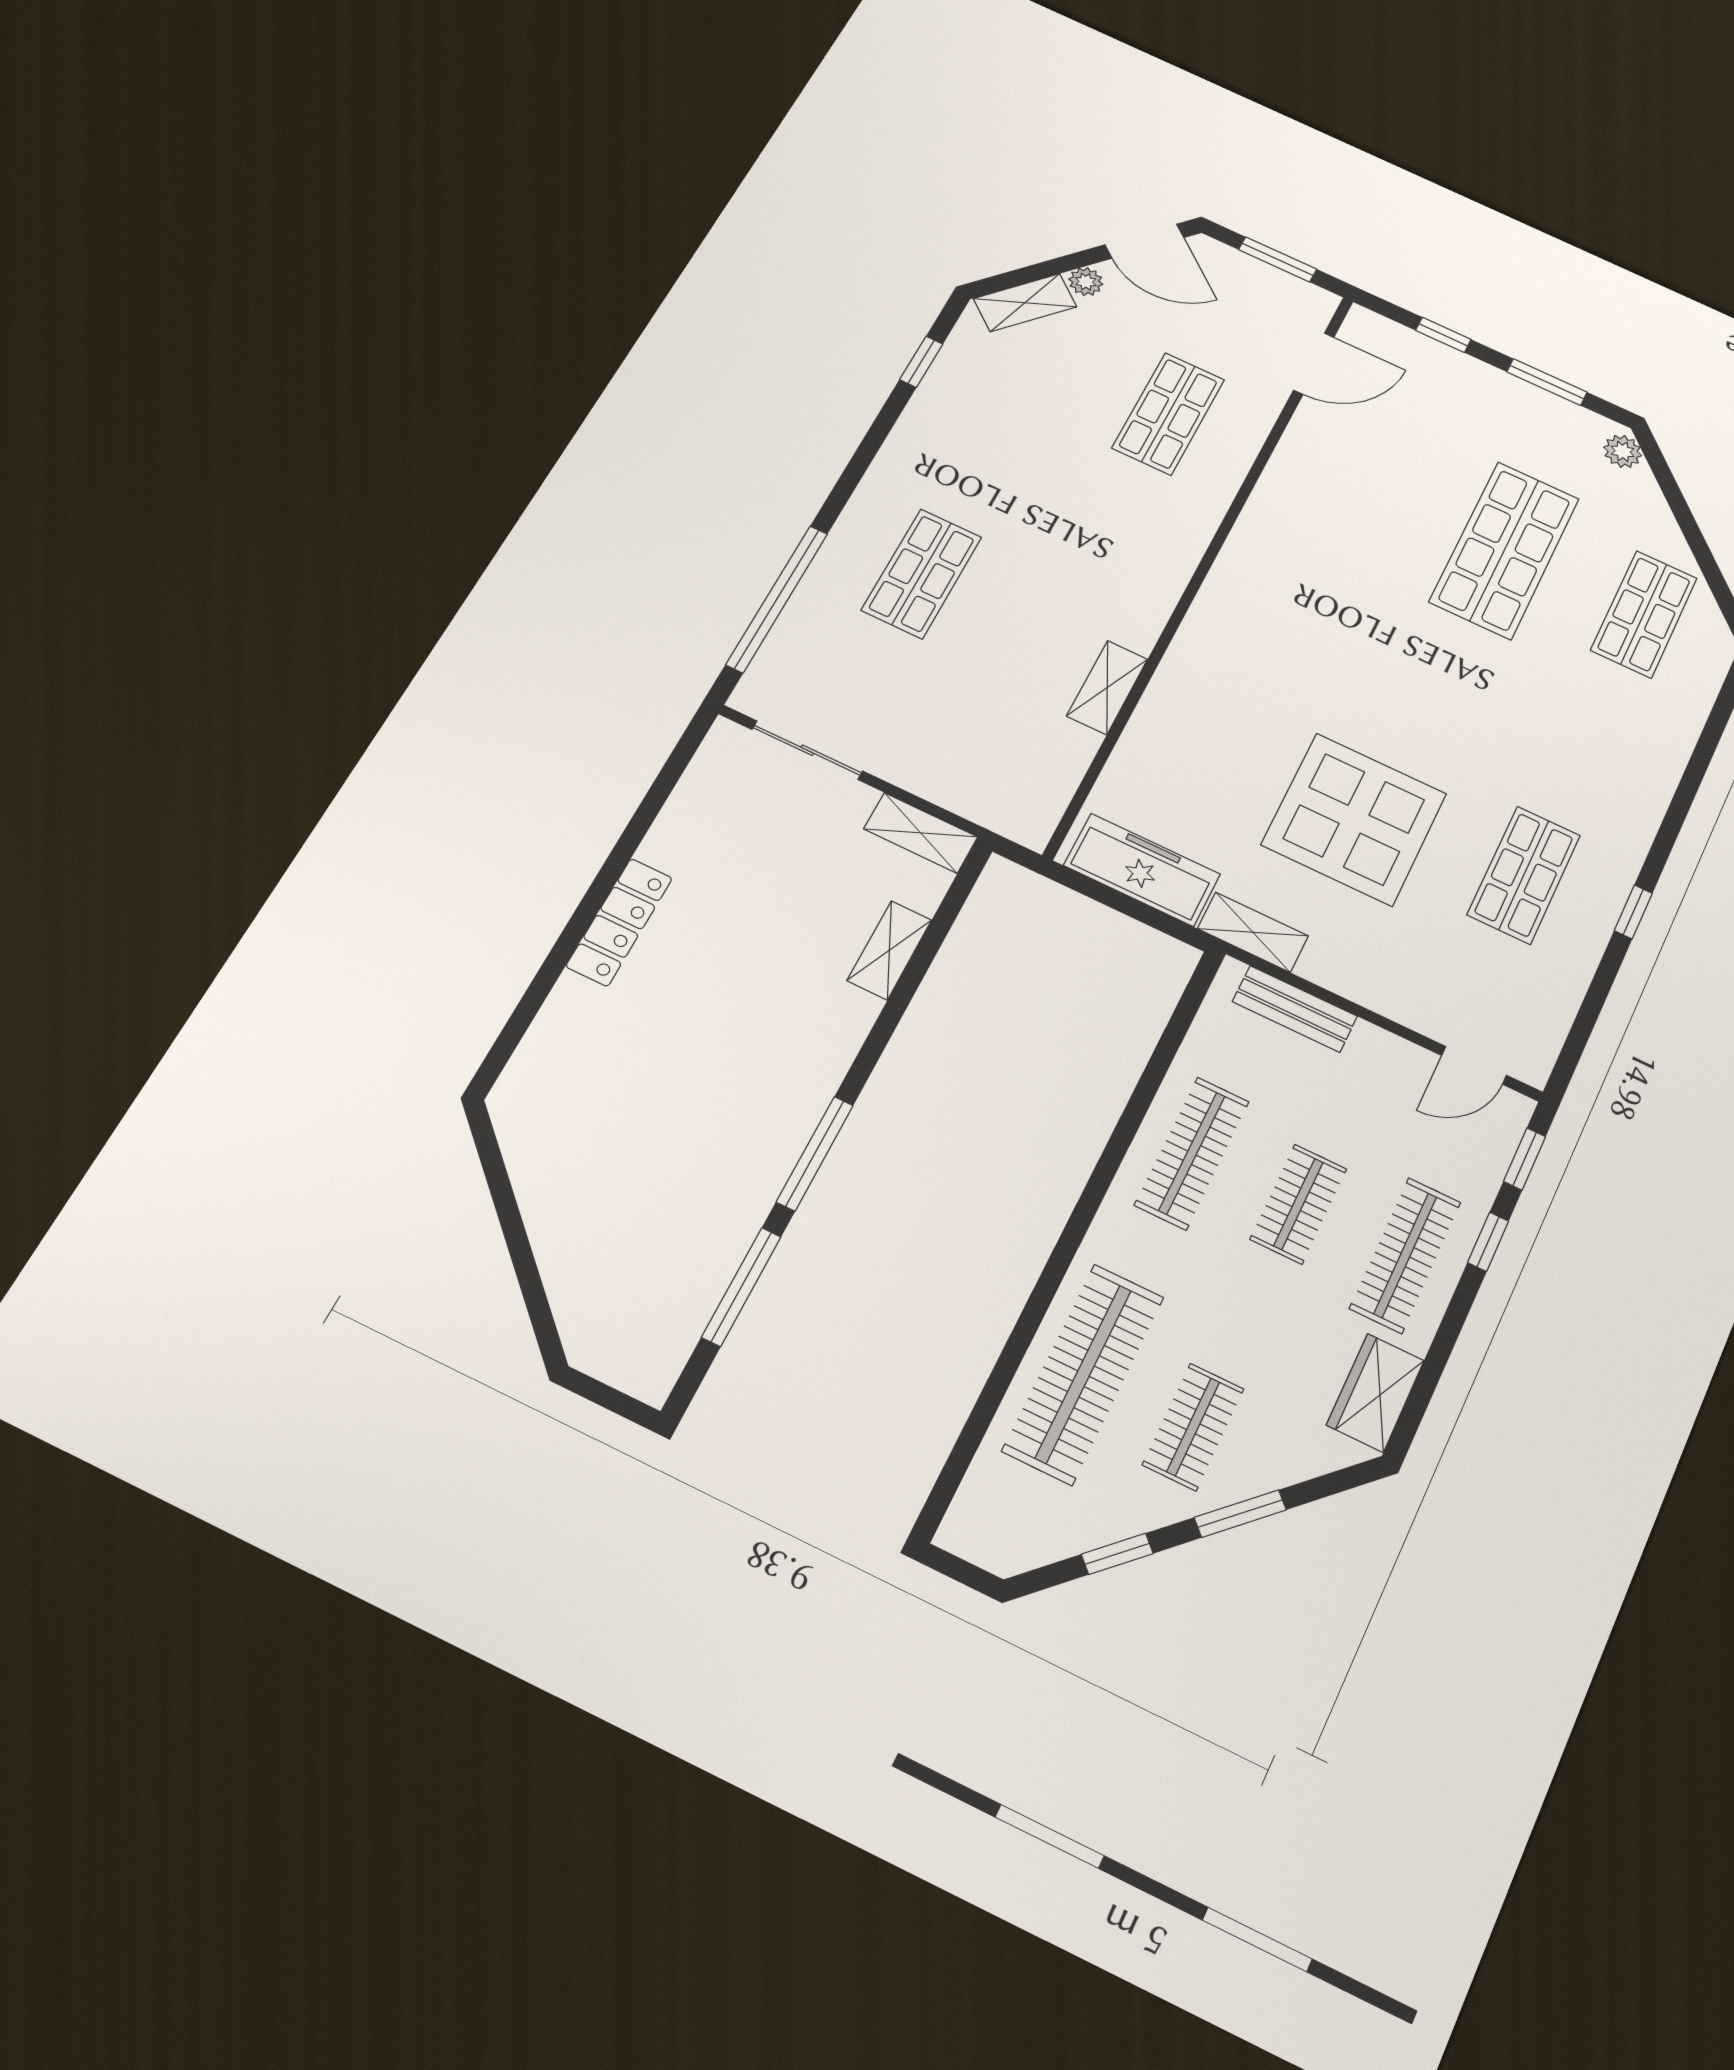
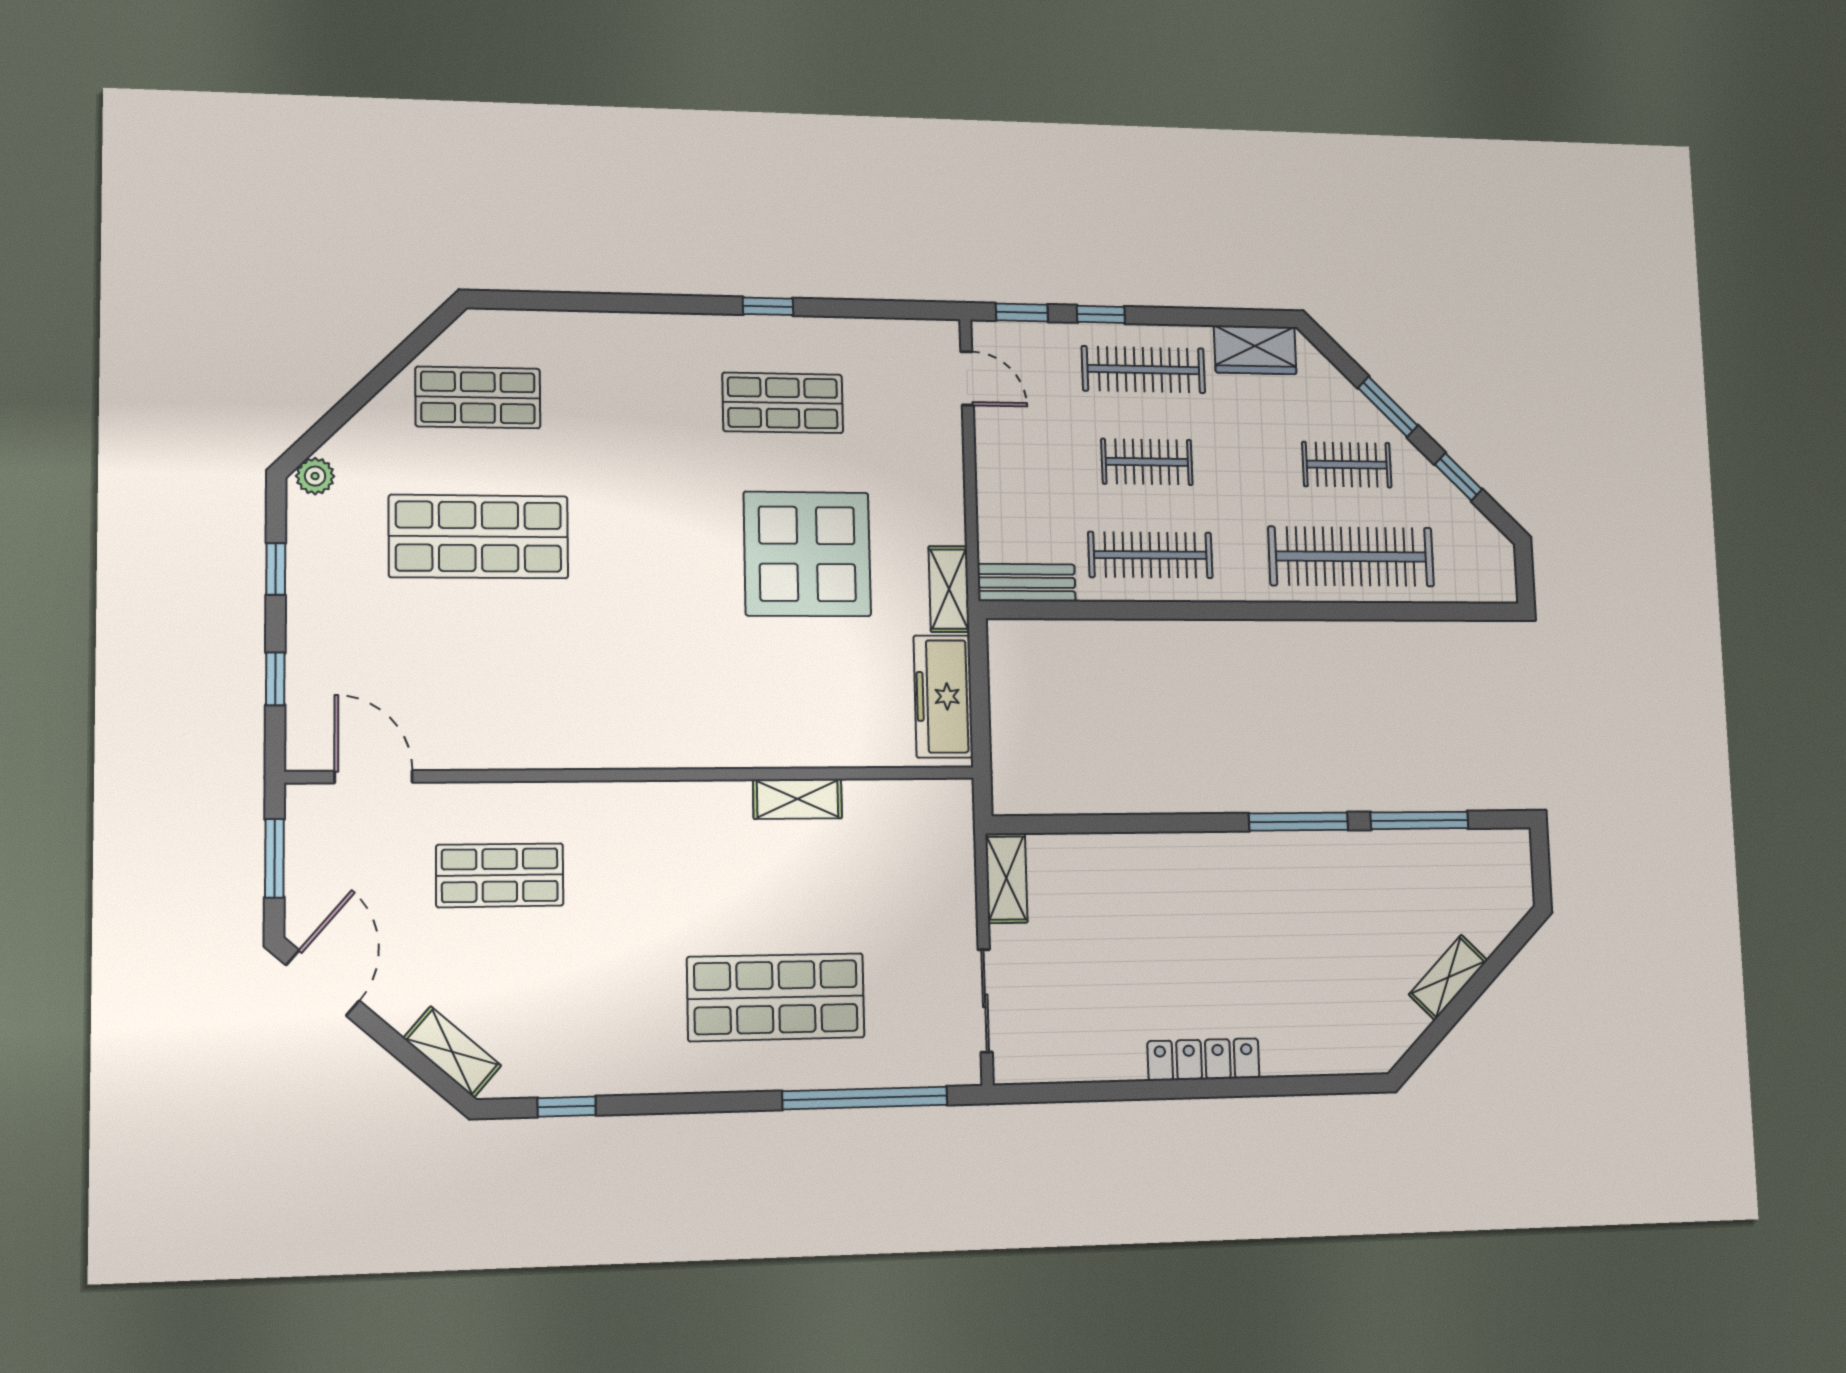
plant: (1086, 282) -> (398, 1012), removed
window: (1547, 382) -> (276, 569), width x0.67
shop shelf: (922, 574) -> (776, 997), width x1.43, depth x1.36
shelving: (889, 950) -> (1448, 977), moved, turned -45
bench: (1295, 1009) -> (1027, 583), moved, turned 90

